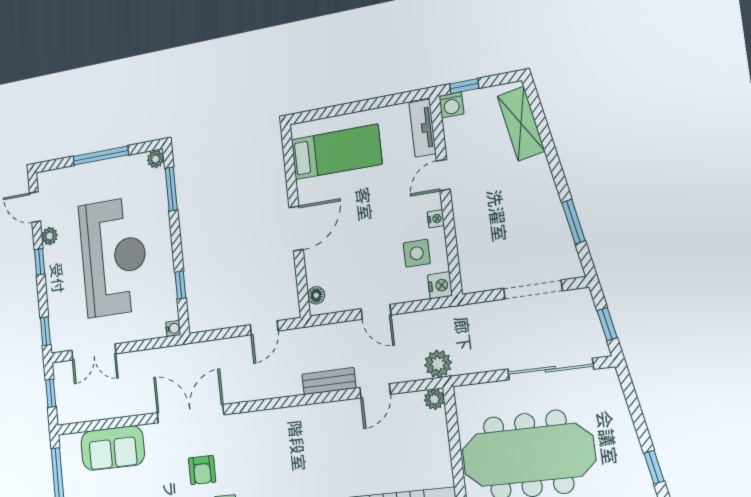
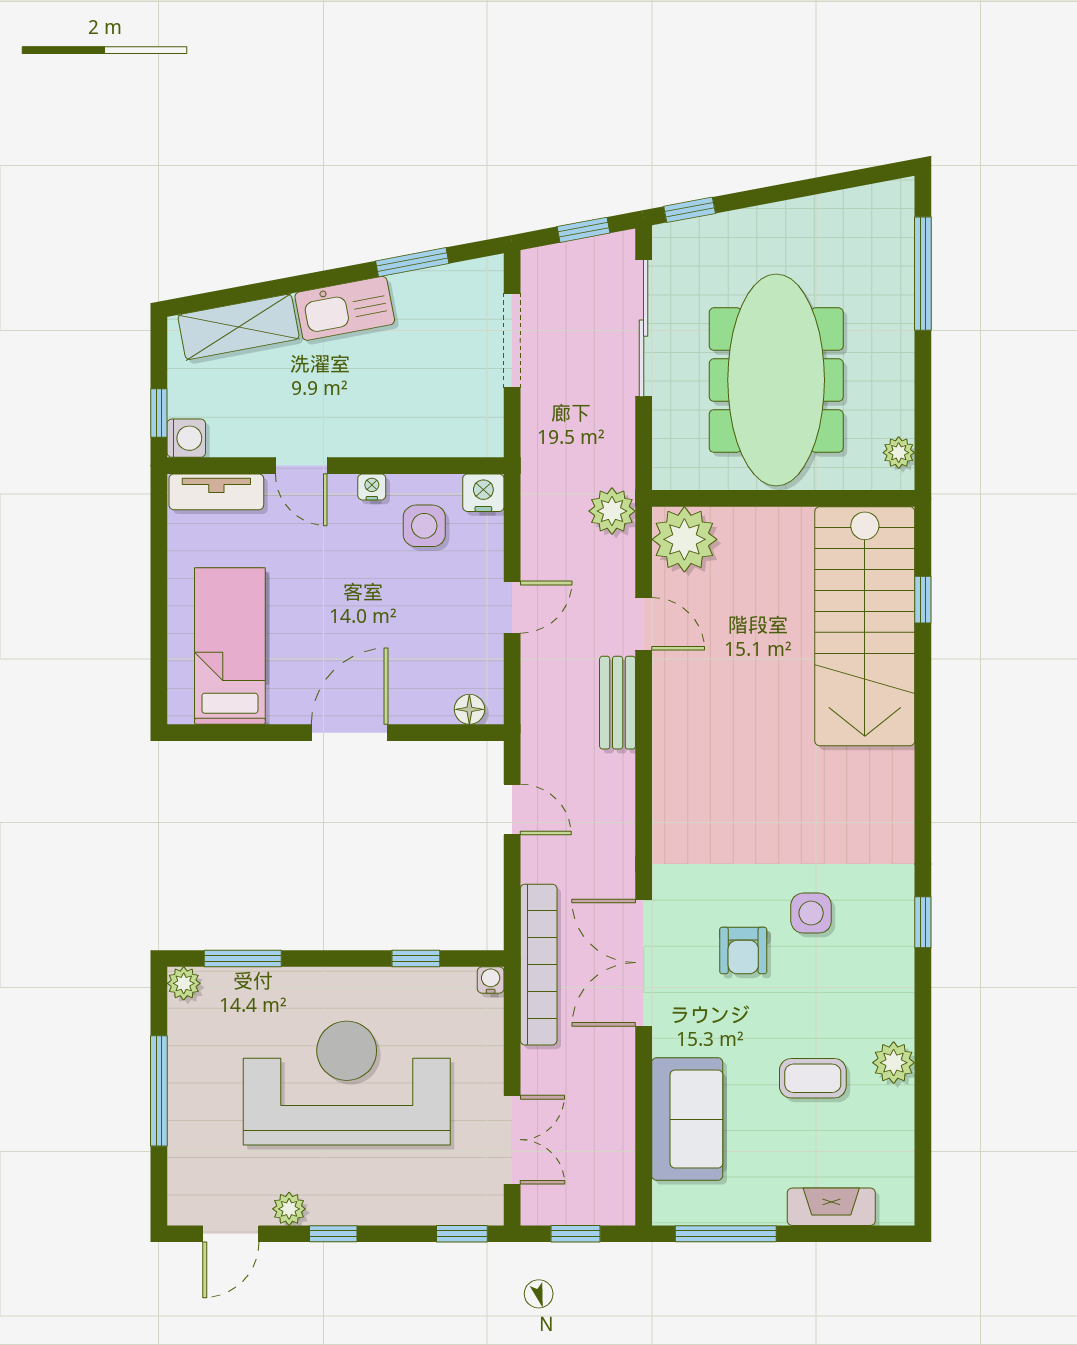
kitchen sink: (540, 185) -> (345, 308), added
door: (296, 228) -> (350, 733), hinge flipped
bookcase: (184, 354) -> (539, 965), added
plant: (434, 399) -> (684, 539), width x1.88, depth x1.88
window: (654, 467) -> (690, 210), moved
armchair: (202, 470) -> (743, 950), turned 90

